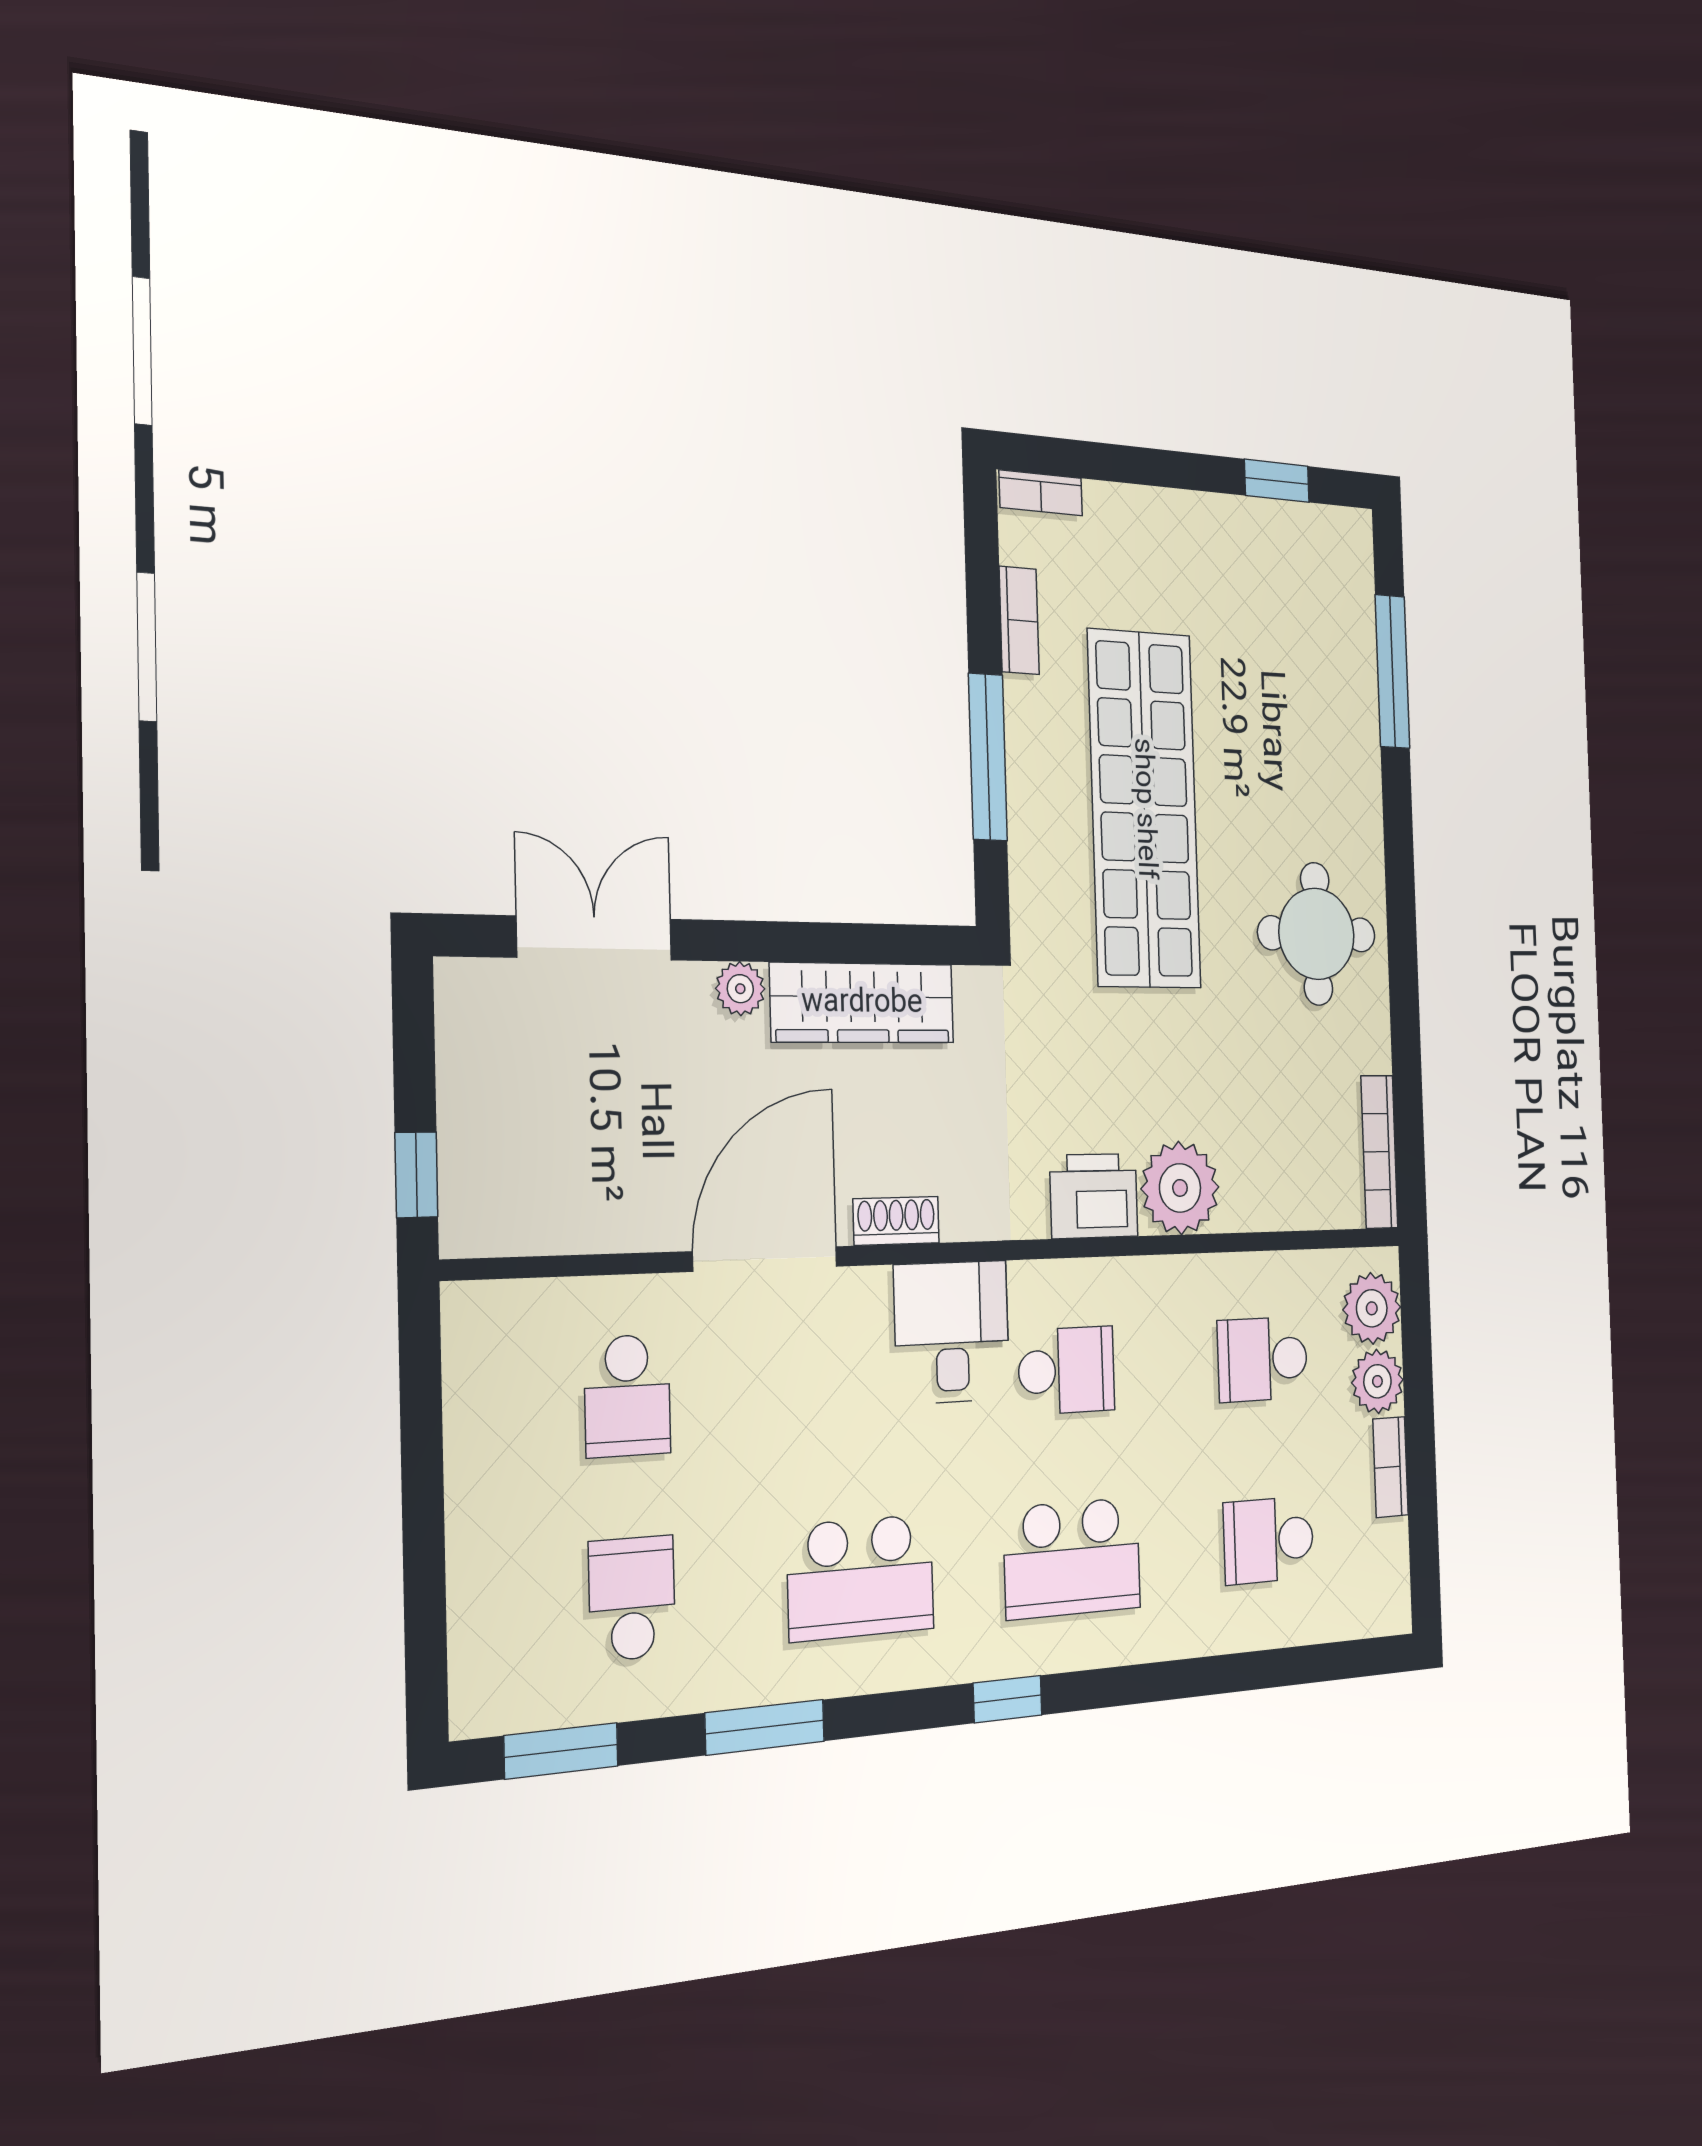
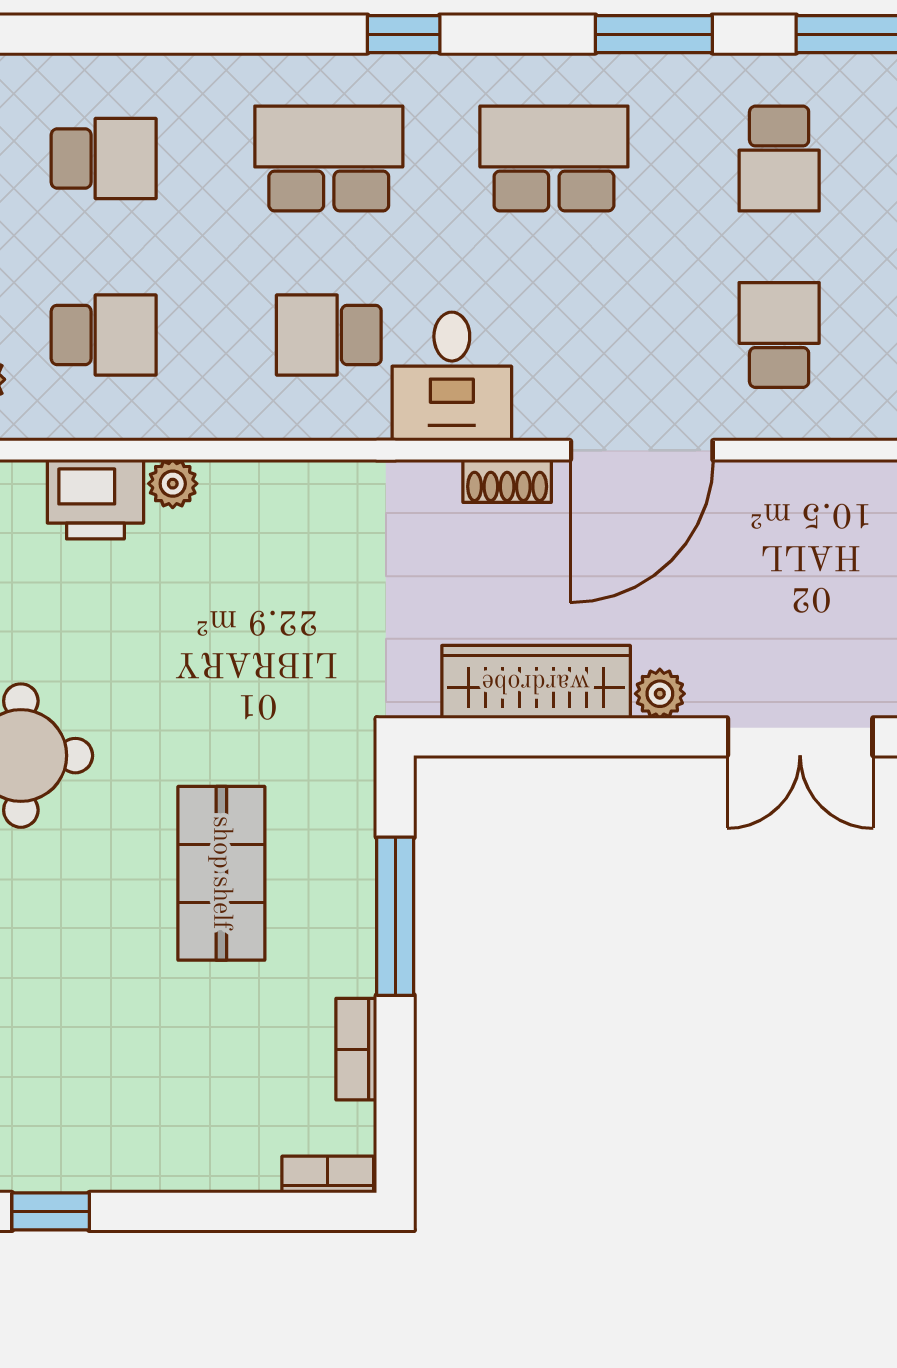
shop shelf: (1144, 809) -> (221, 873), width x0.50, depth x0.74
plant: (1180, 1188) -> (173, 484), width x0.53, depth x0.53
printer: (1094, 1196) -> (95, 499), moved

